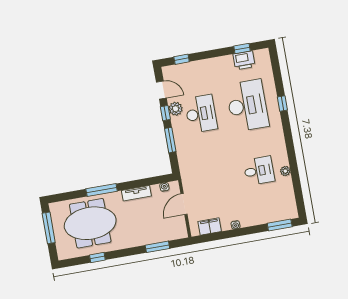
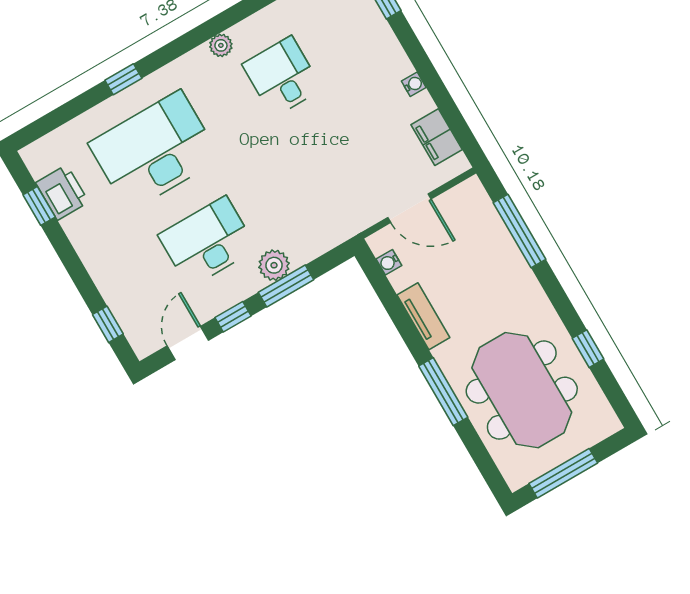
plant: (176, 109) -> (274, 265), moved
plant: (285, 171) -> (221, 45), moved
window: (157, 247) -> (520, 231), width x1.44

